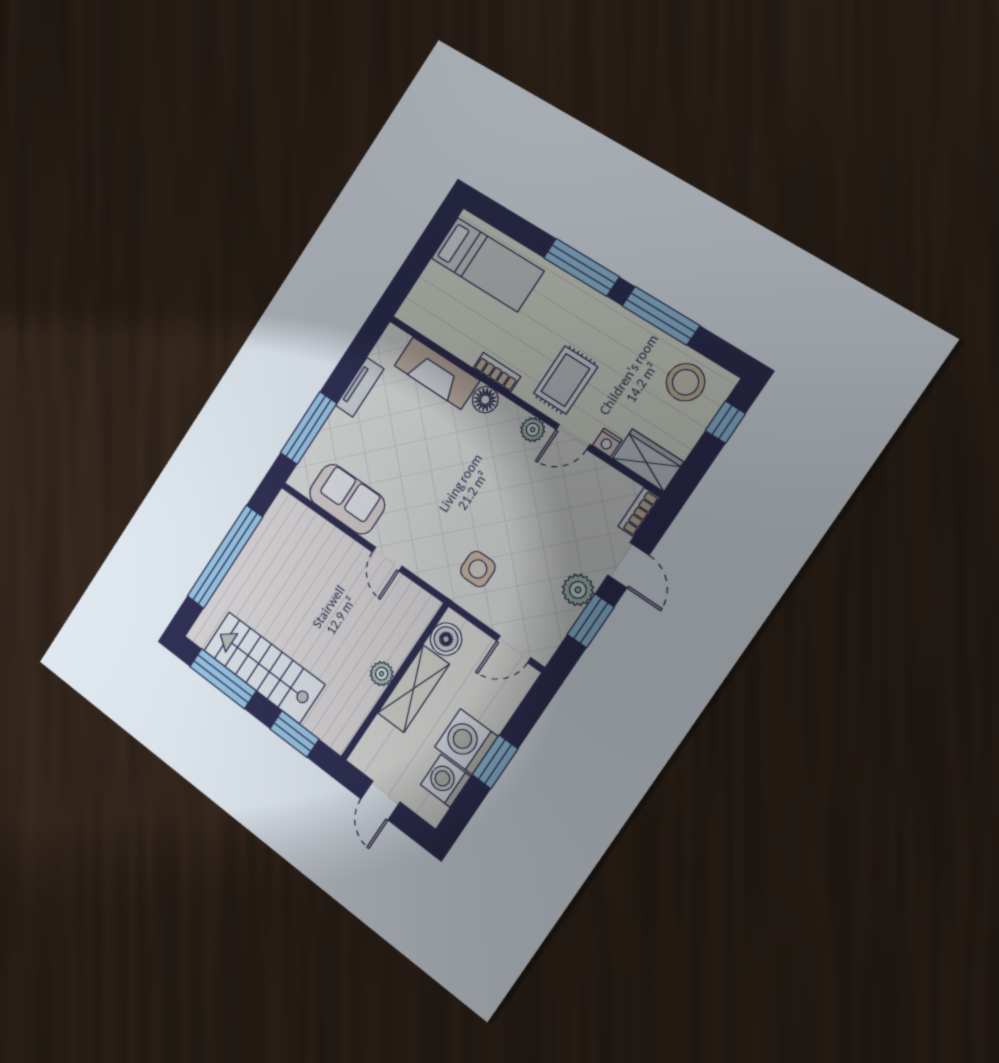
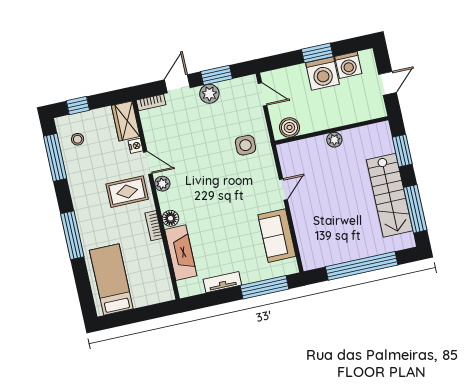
window: (661, 316) -> (55, 157), moved
stool: (686, 382) -> (78, 139), width x0.53, depth x0.53
shelving: (413, 689) -> (325, 119), removed

